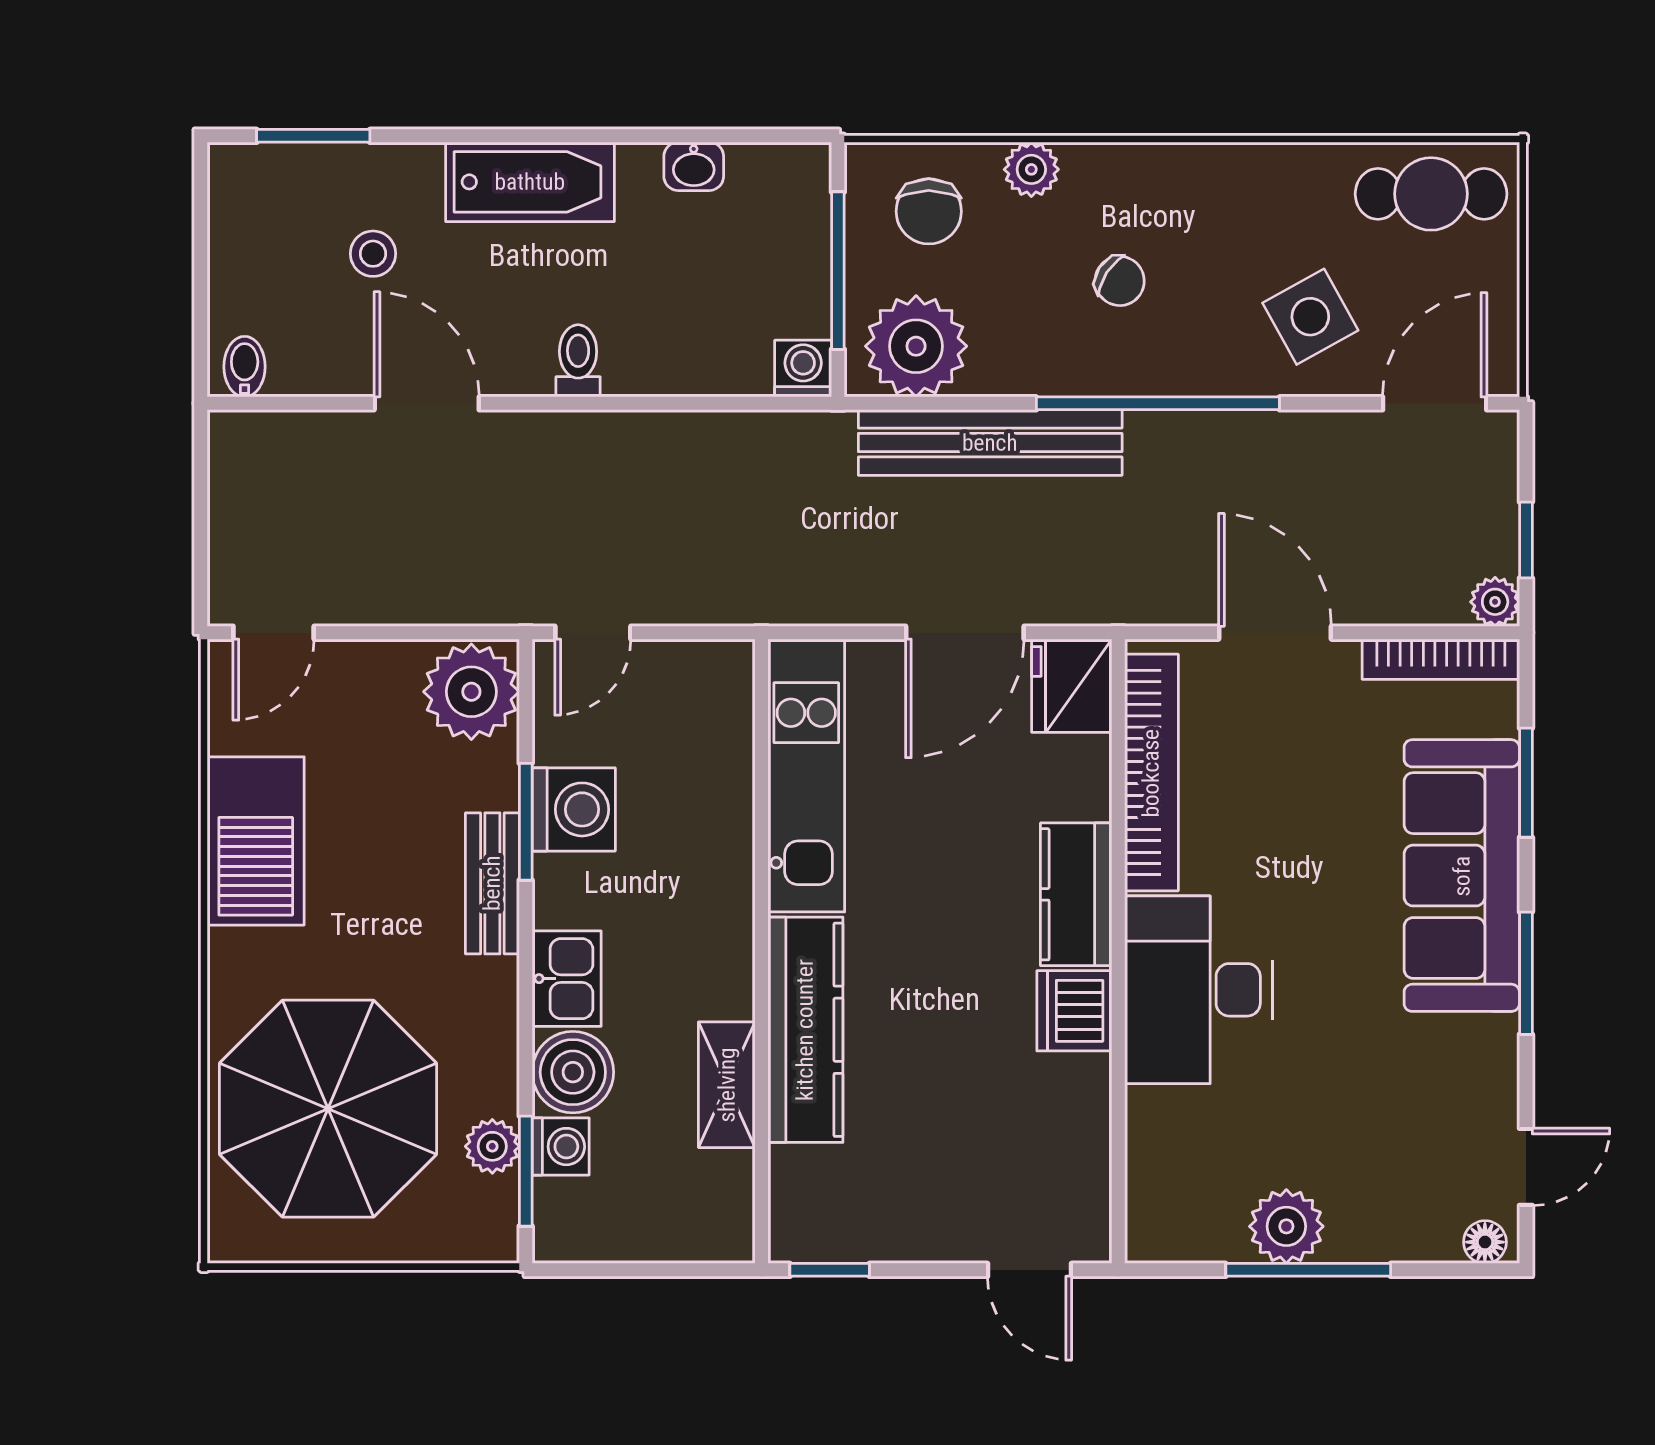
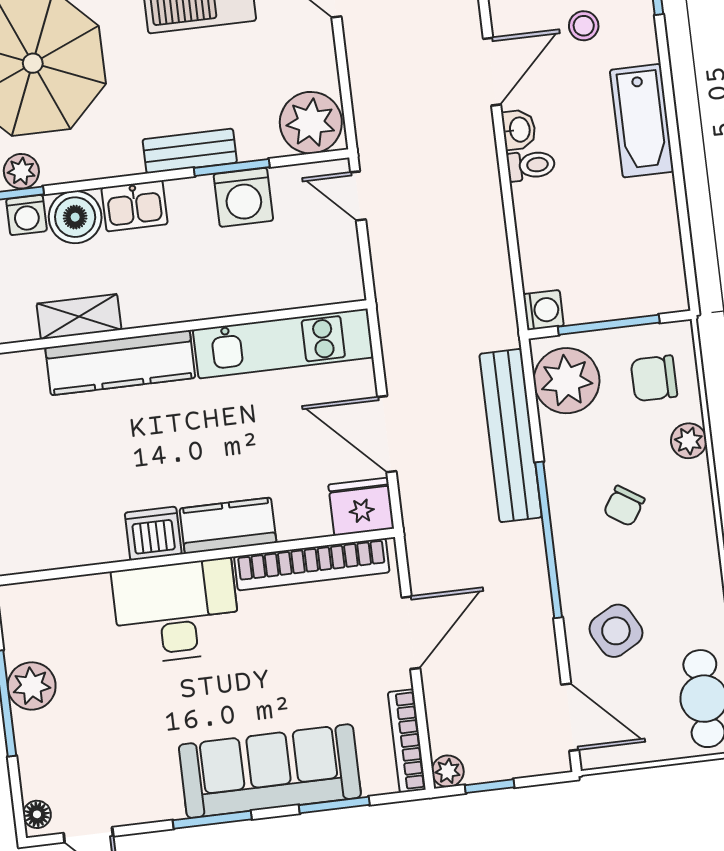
washbasin: (694, 166) -> (519, 130), moved, turned 180

